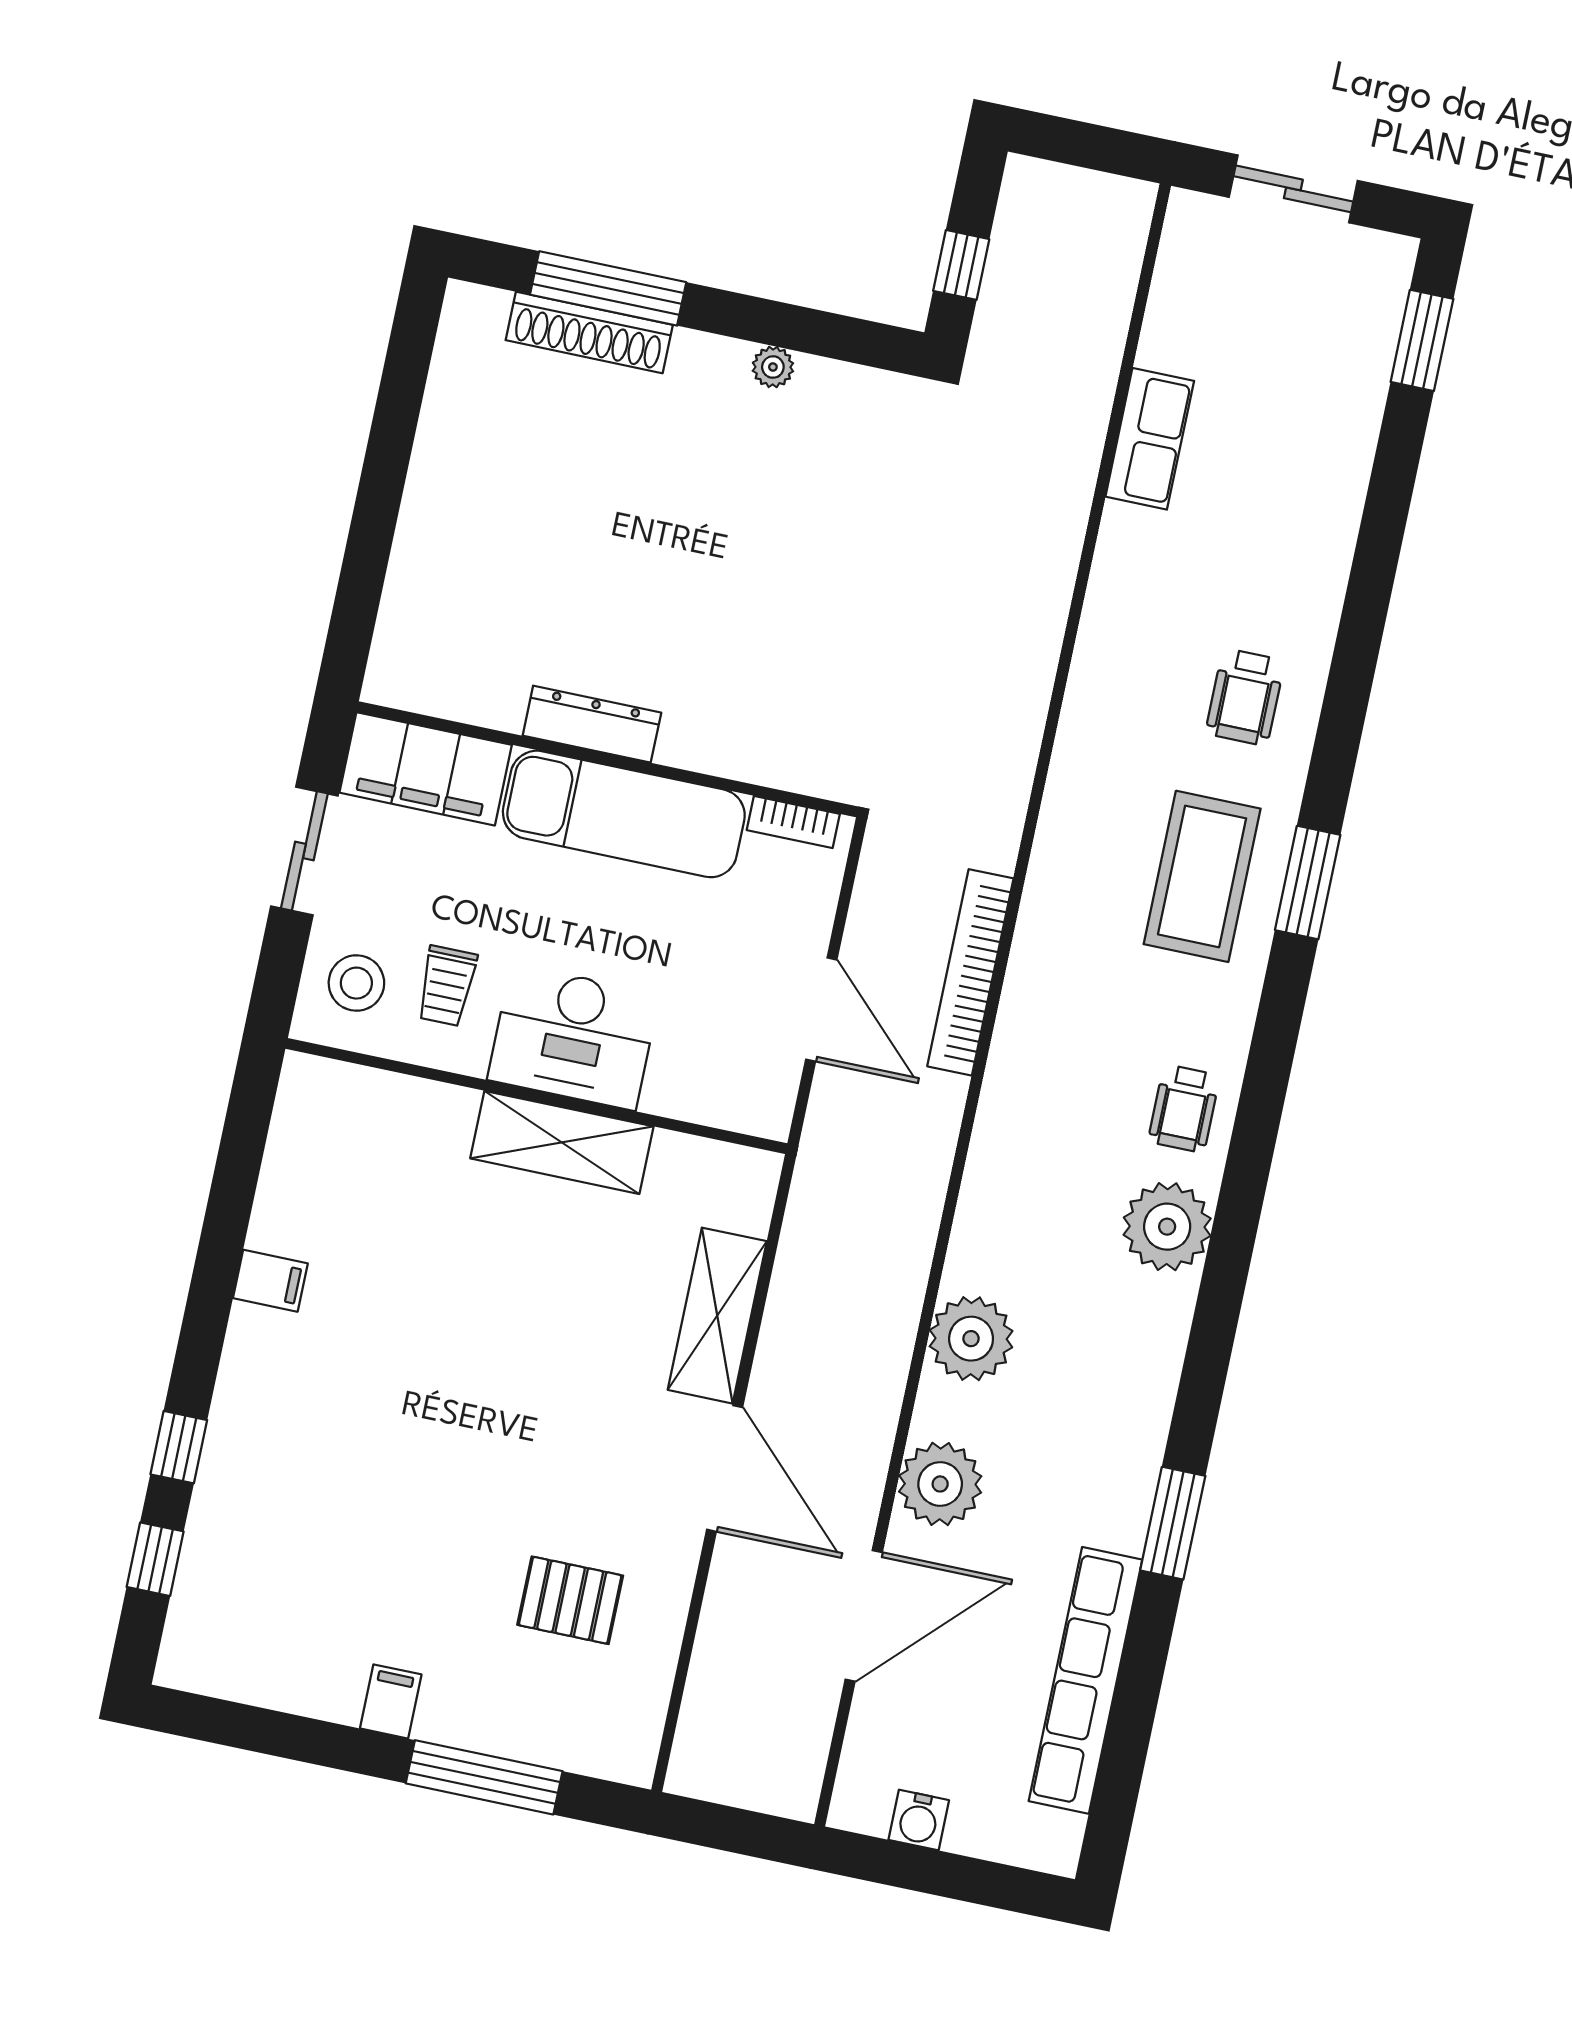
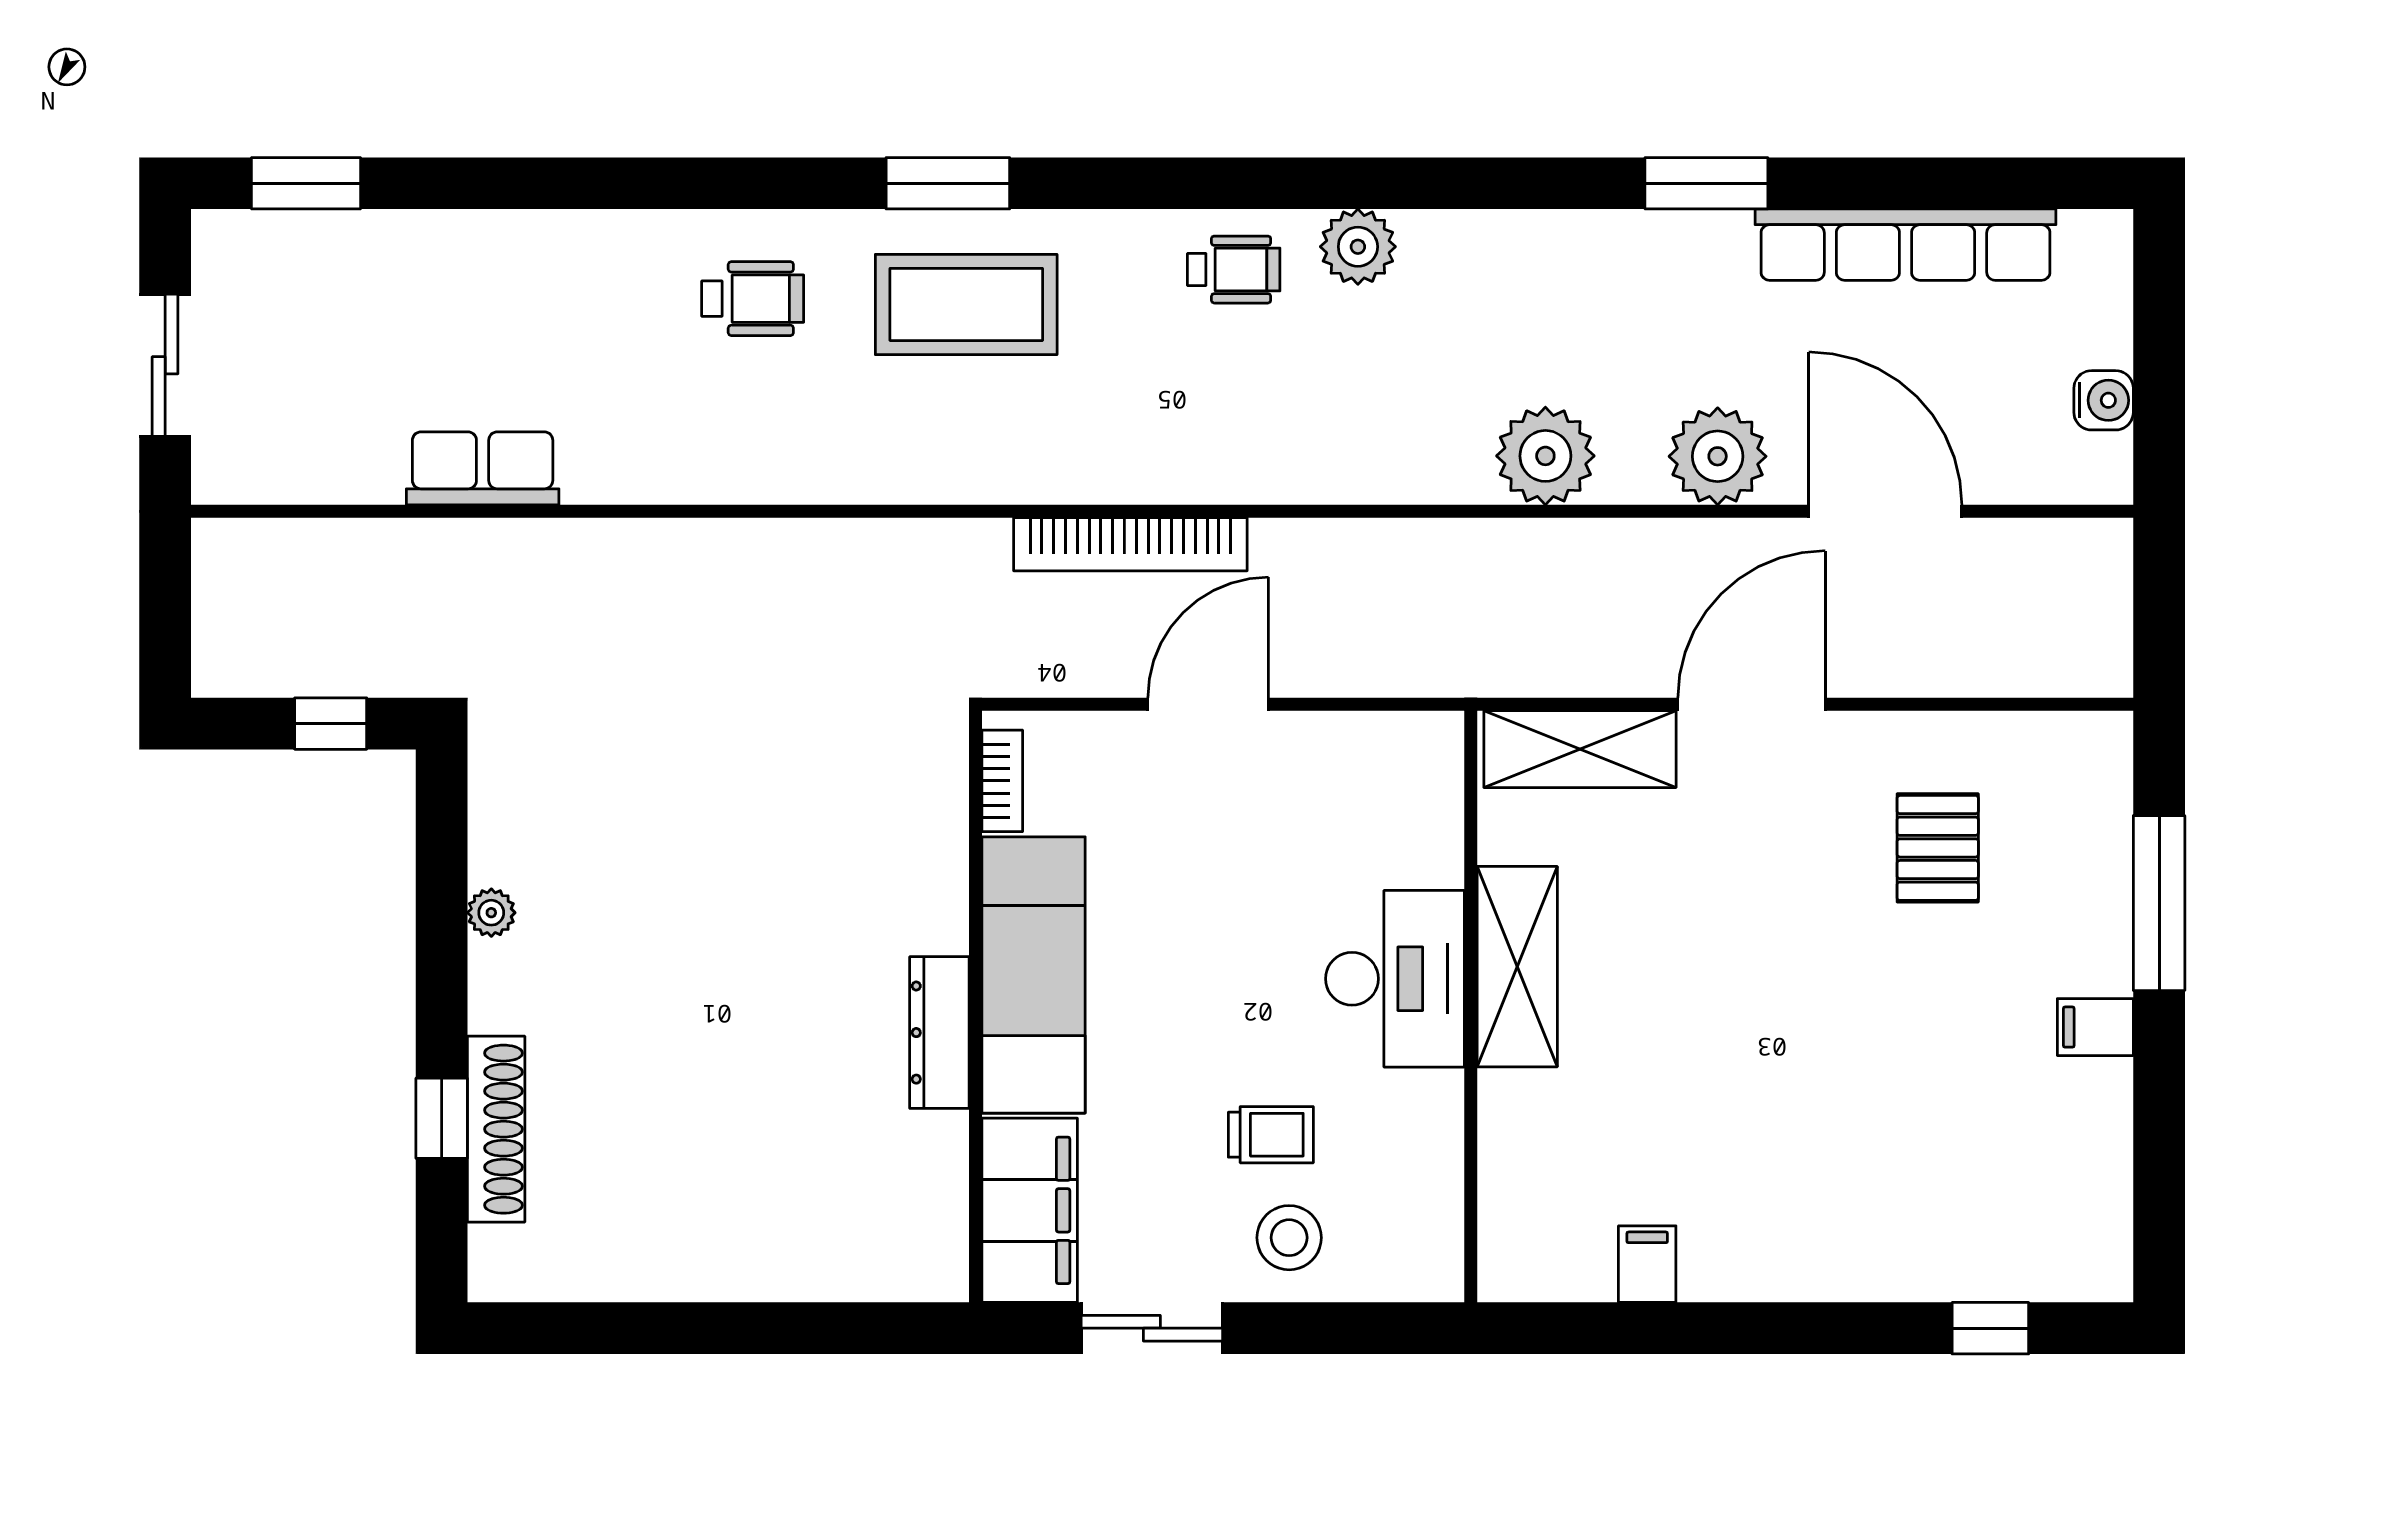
window: (608, 288) -> (442, 1118), width x0.46
desk: (573, 1037) -> (1395, 979), moved
wall: (536, 1096) -> (1471, 1007), moved
shelving: (562, 1142) -> (1517, 967), moved
plant: (1167, 1227) -> (1358, 247), width x0.73, depth x0.73
window: (179, 1447) -> (1858, 1328), removed

